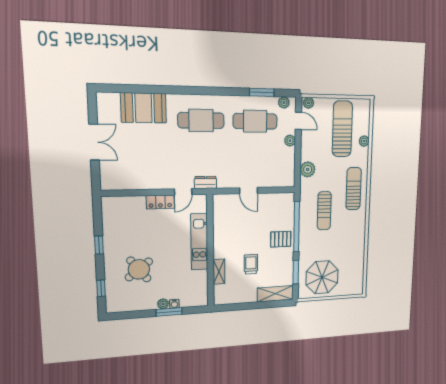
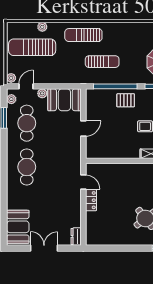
booth: (144, 108) -> (18, 227), moved
booth: (282, 167) -> (64, 100), added
plant: (308, 169) -> (66, 77), removed
dresser: (206, 182) -> (76, 236), moved
pallet: (281, 239) -> (126, 100), turned 90
kitchen unit: (199, 242) -> (125, 170), removed
window: (99, 245) -> (124, 248), removed

